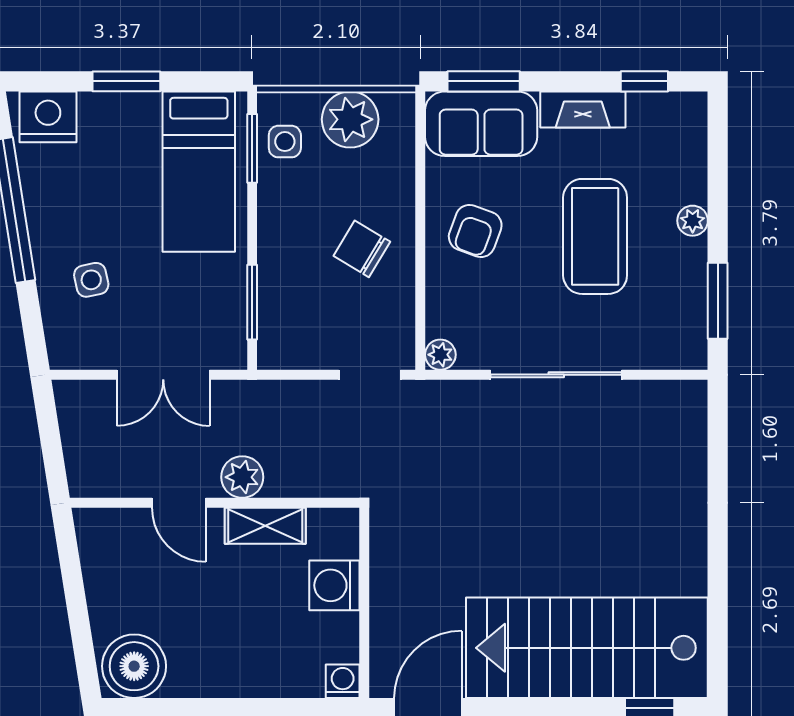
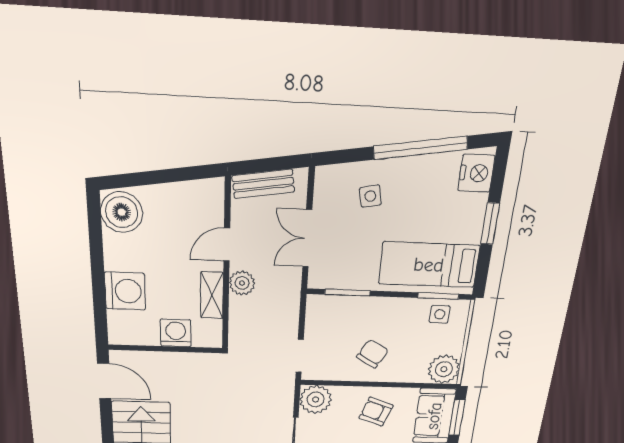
plant: (350, 119) -> (444, 369), moved
plant: (440, 355) -> (316, 399), width x1.88, depth x1.88
bench: (80, 448) -> (263, 184), added
washing machine: (343, 681) -> (125, 291), moved, width x1.89, depth x1.89

